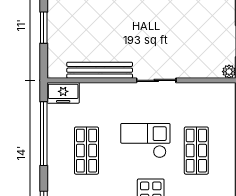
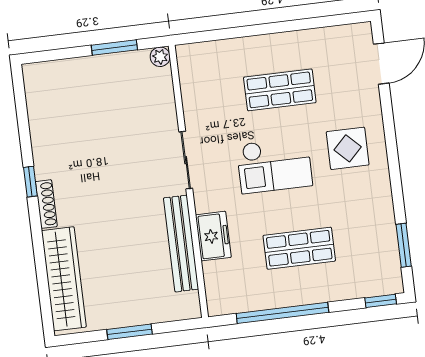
freezer: (63, 93) -> (213, 236), moved
checkout: (145, 141) -> (274, 165), turned -90

